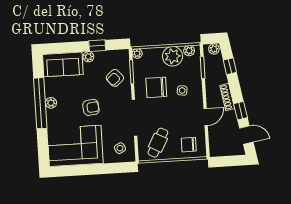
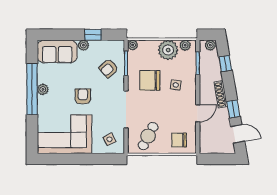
armchair: (91, 107) -> (83, 97), turned -84

